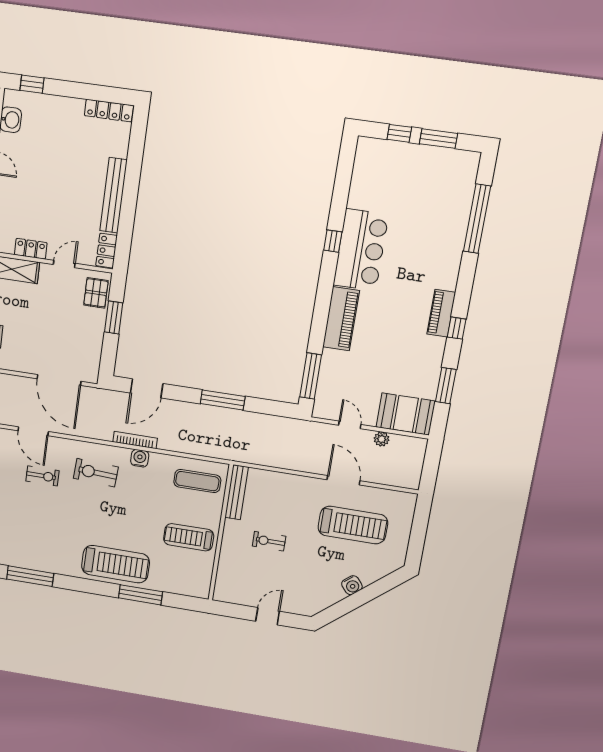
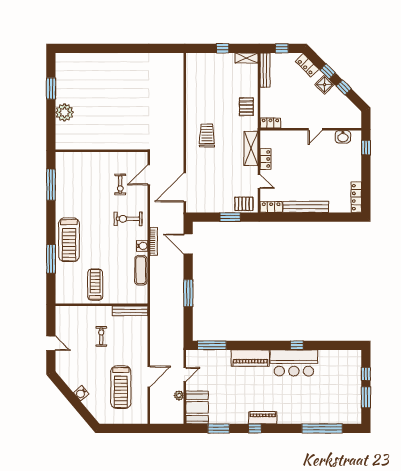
exercise bike: (96, 473) -> (128, 219), turned -93
exercise mat: (197, 481) -> (141, 270), moved

